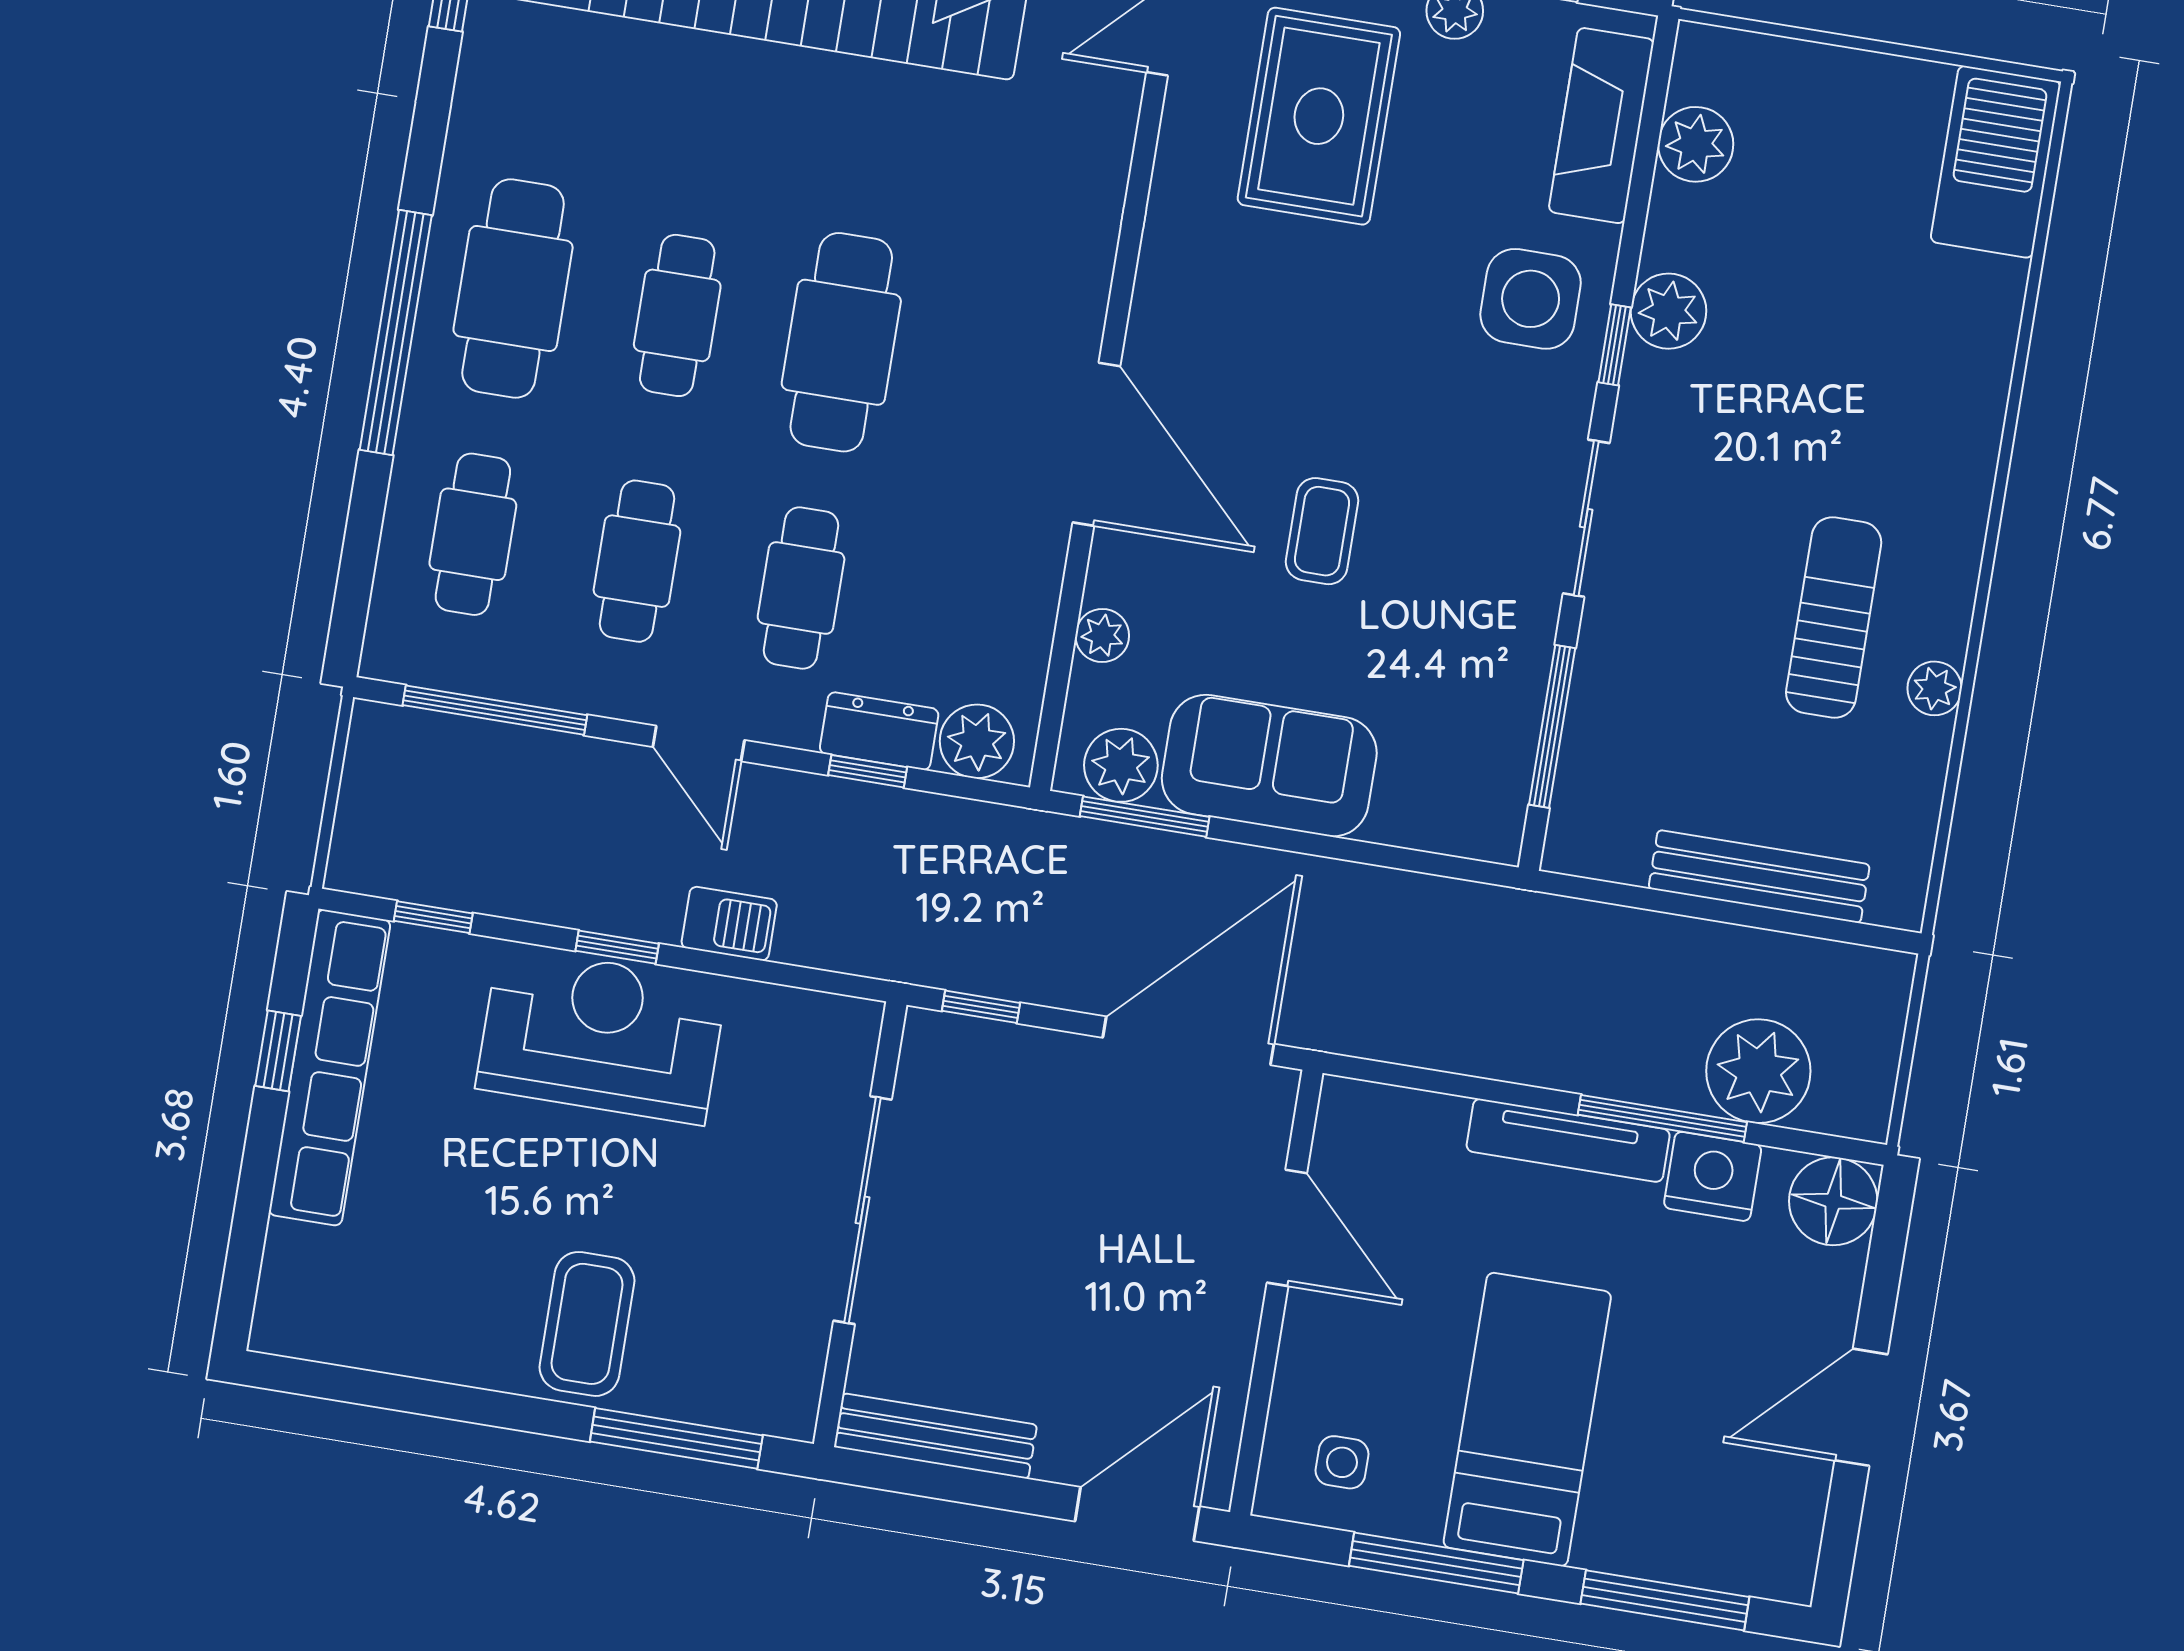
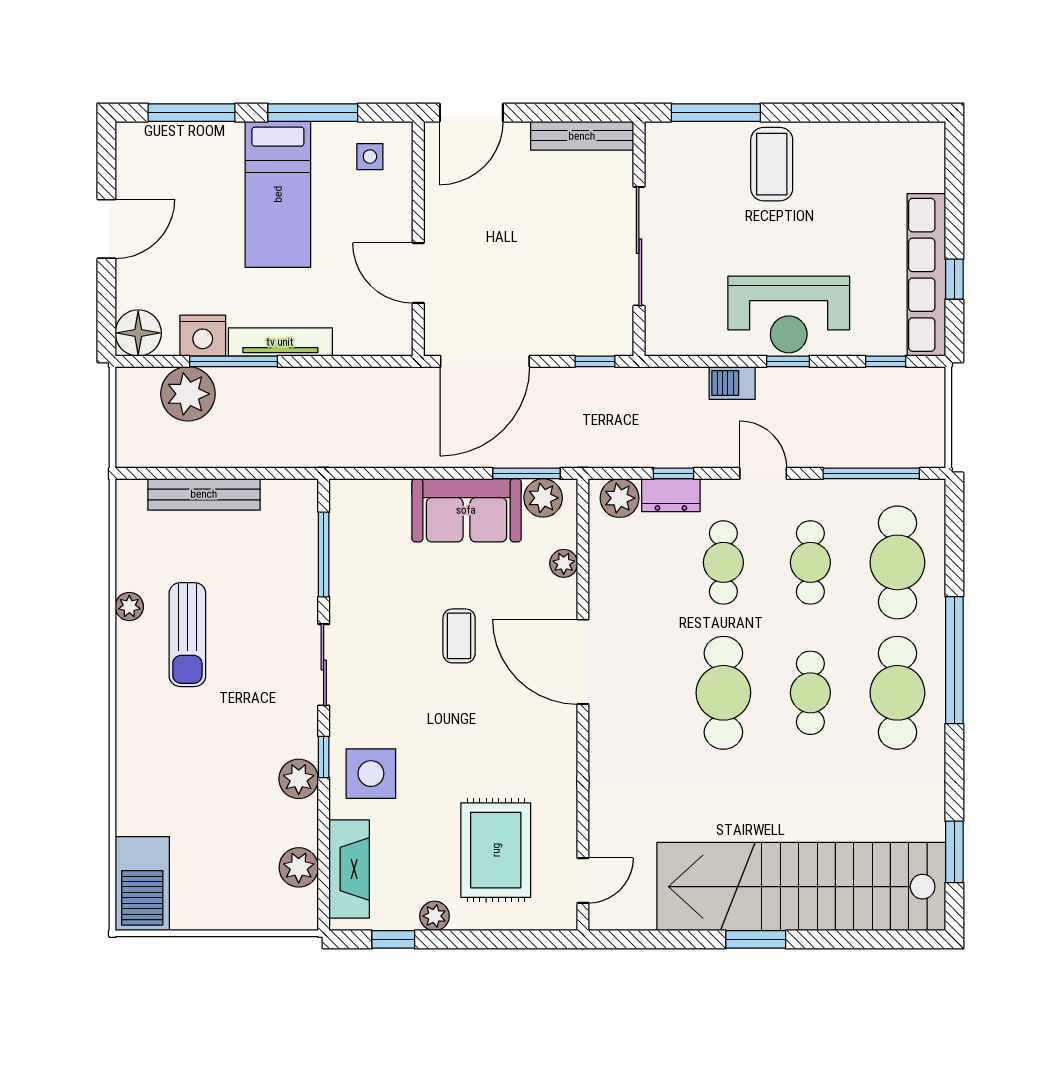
cafe table: (473, 534) -> (897, 562), width x1.37, depth x1.35

